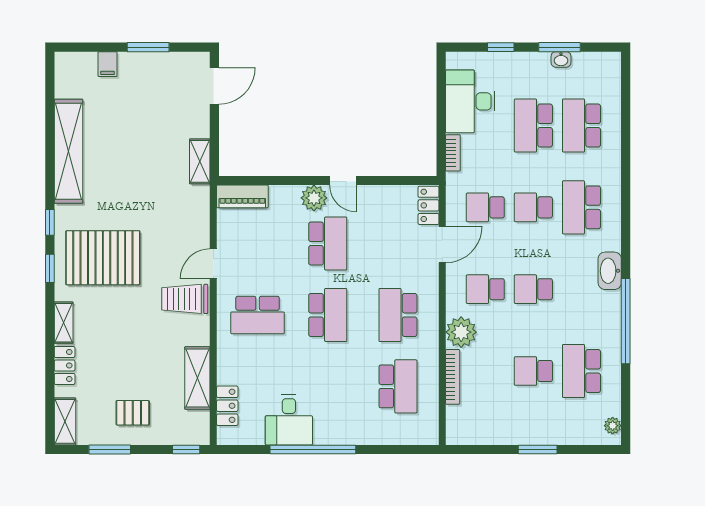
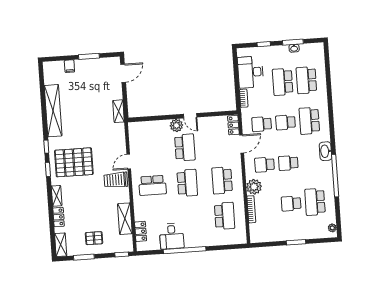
piano: (242, 196) -> (141, 127), removed

